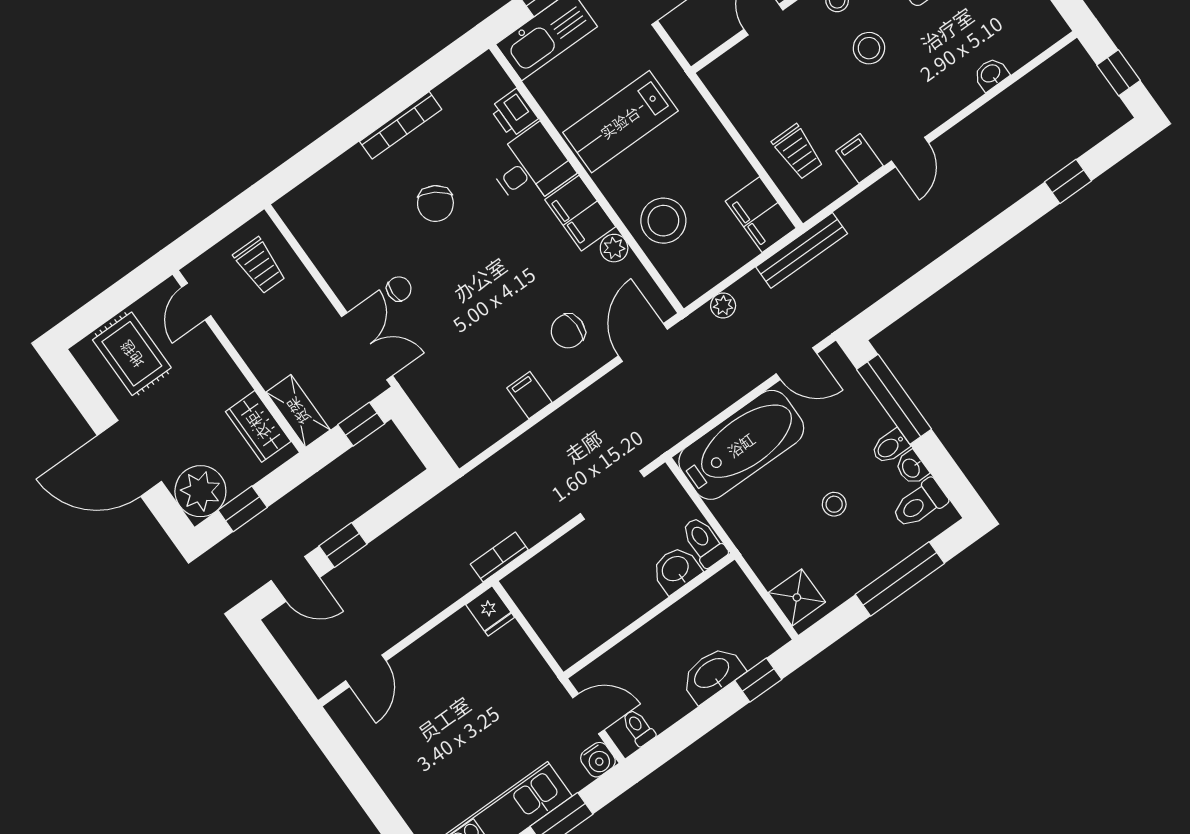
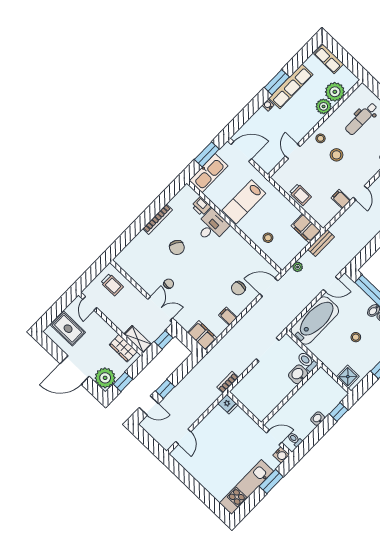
trolley: (798, 152) -> (300, 195), moved
filing cabinet: (580, 213) -> (202, 335), moved, turned 180
stool: (663, 221) -> (268, 238), width x0.53, depth x0.53
plant: (614, 248) -> (251, 252), removed
bench: (802, 250) -> (321, 243), width x0.73
door: (643, 343) -> (269, 287), hinge flipped
washbasin: (712, 674) -> (318, 419), width x0.52, depth x0.69

